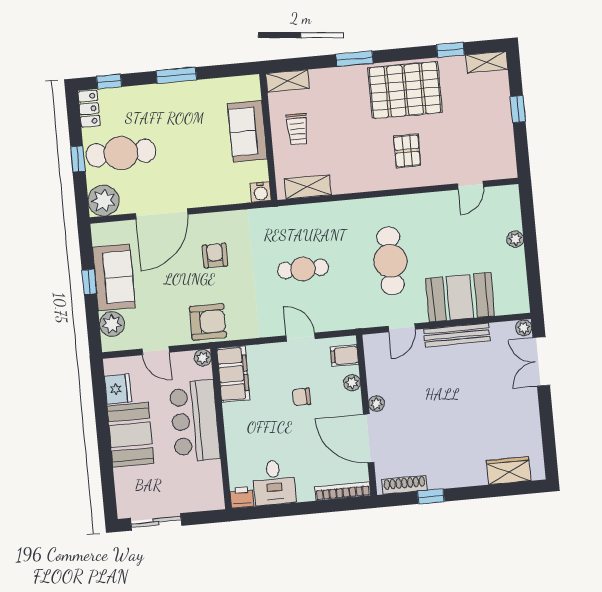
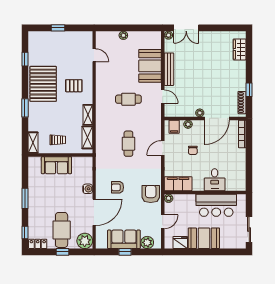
shelving: (487, 62) -> (88, 115), moved
water cooler: (261, 192) -> (88, 189), moved
door: (162, 214) -> (94, 212), hinge flipped
cafe table: (390, 261) -> (128, 99), width x0.73, depth x0.74
bar counter: (195, 421) -> (216, 205), moved
desk: (274, 483) -> (215, 180), moved, turned 90
printer: (242, 497) -> (241, 185), removed

